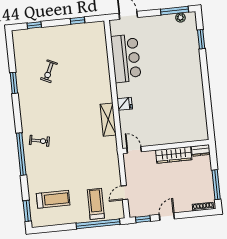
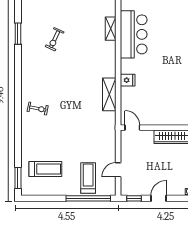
shelving: (103, 55) -> (111, 29), added
window: (14, 83) -> (18, 34), moved
window: (21, 154) -> (18, 120), removed

